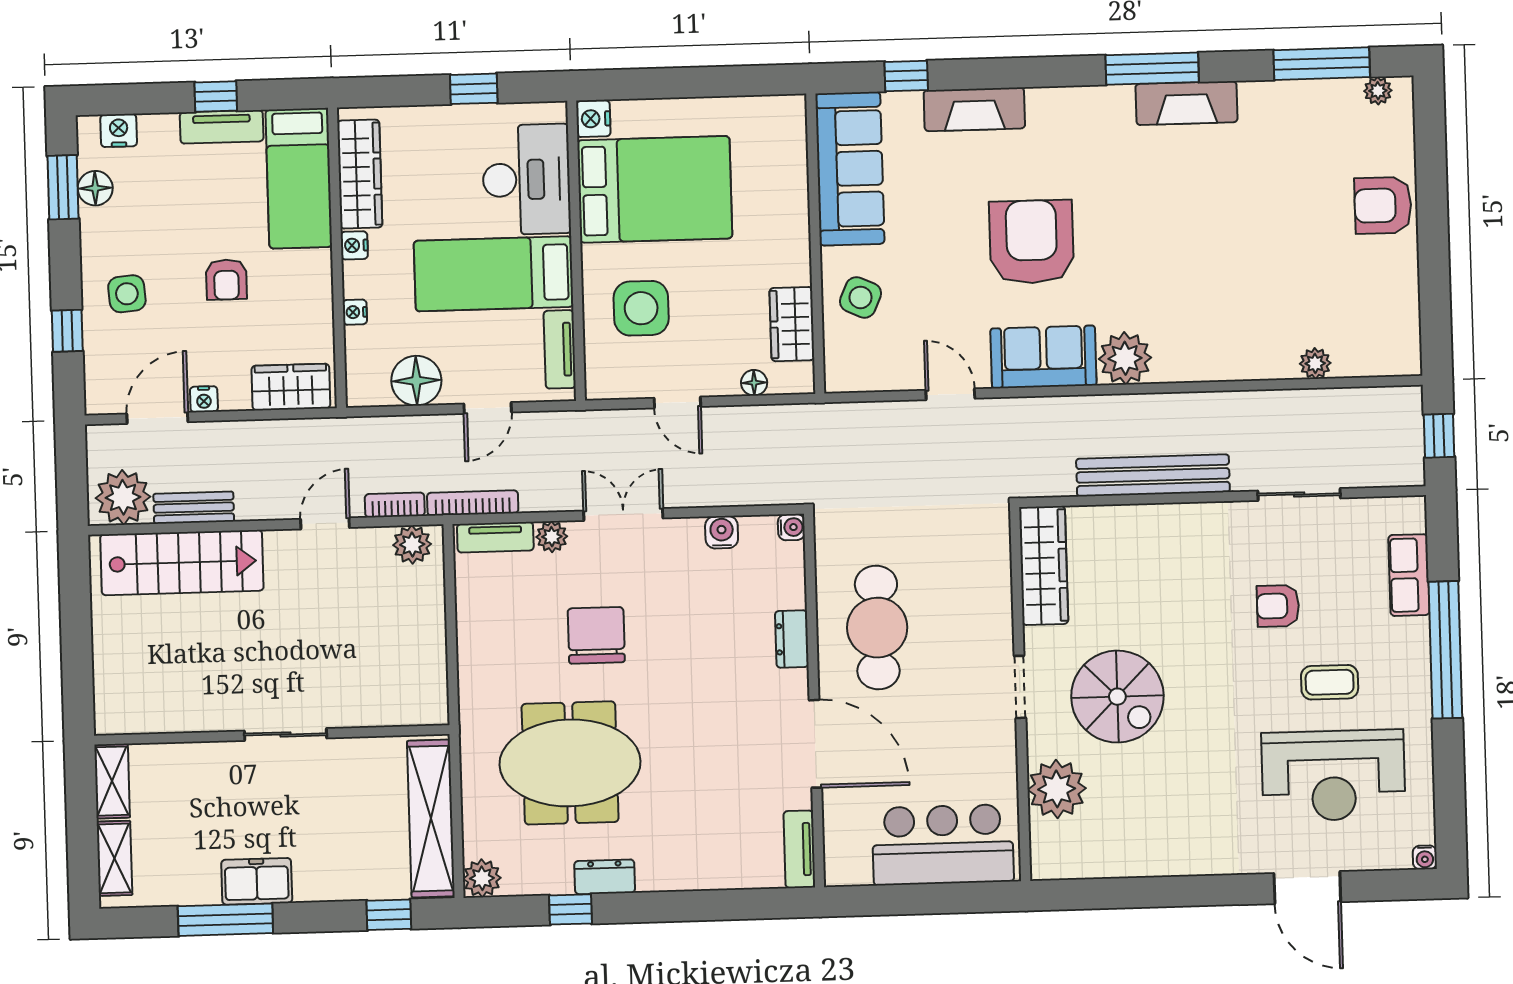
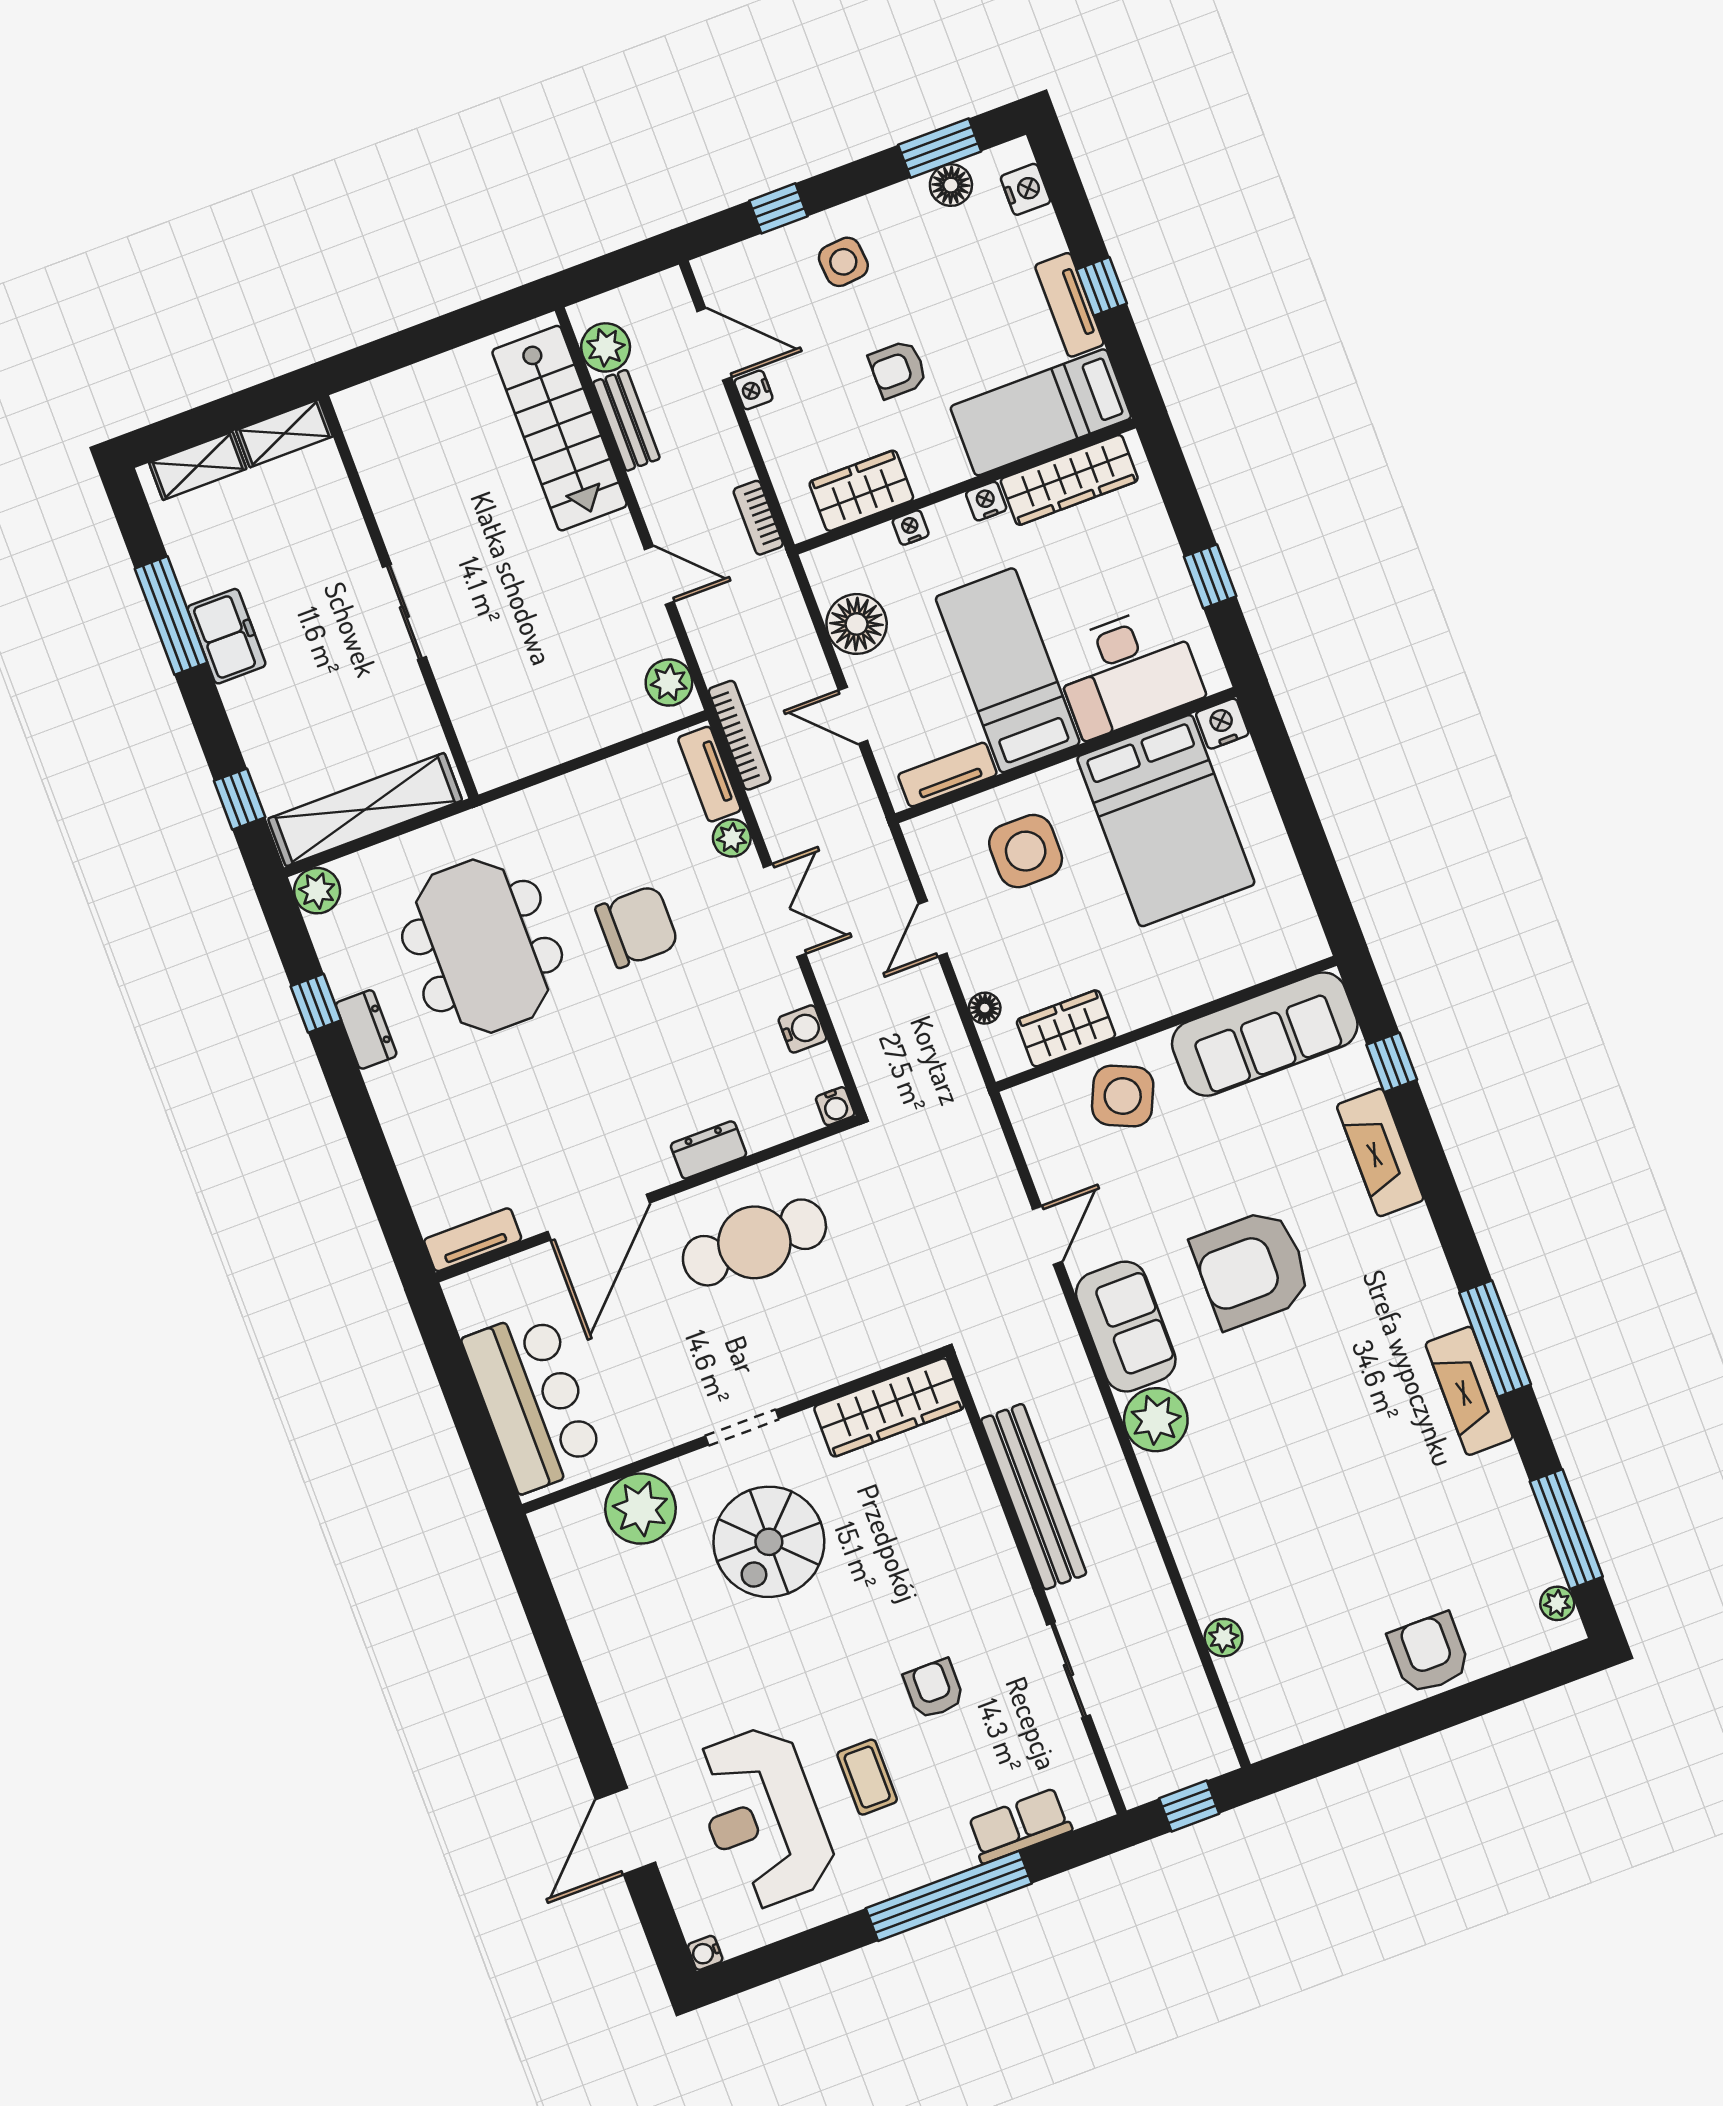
armchair: (1032, 242) -> (1252, 1269), turned 180
side table: (861, 297) -> (1123, 1096), width x1.37, depth x1.37
wardrobe: (291, 387) -> (861, 491), moved, turned -90
plant: (123, 497) -> (606, 347), width x0.73, depth x0.73
bookcase: (395, 505) -> (758, 518), moved, turned 180

